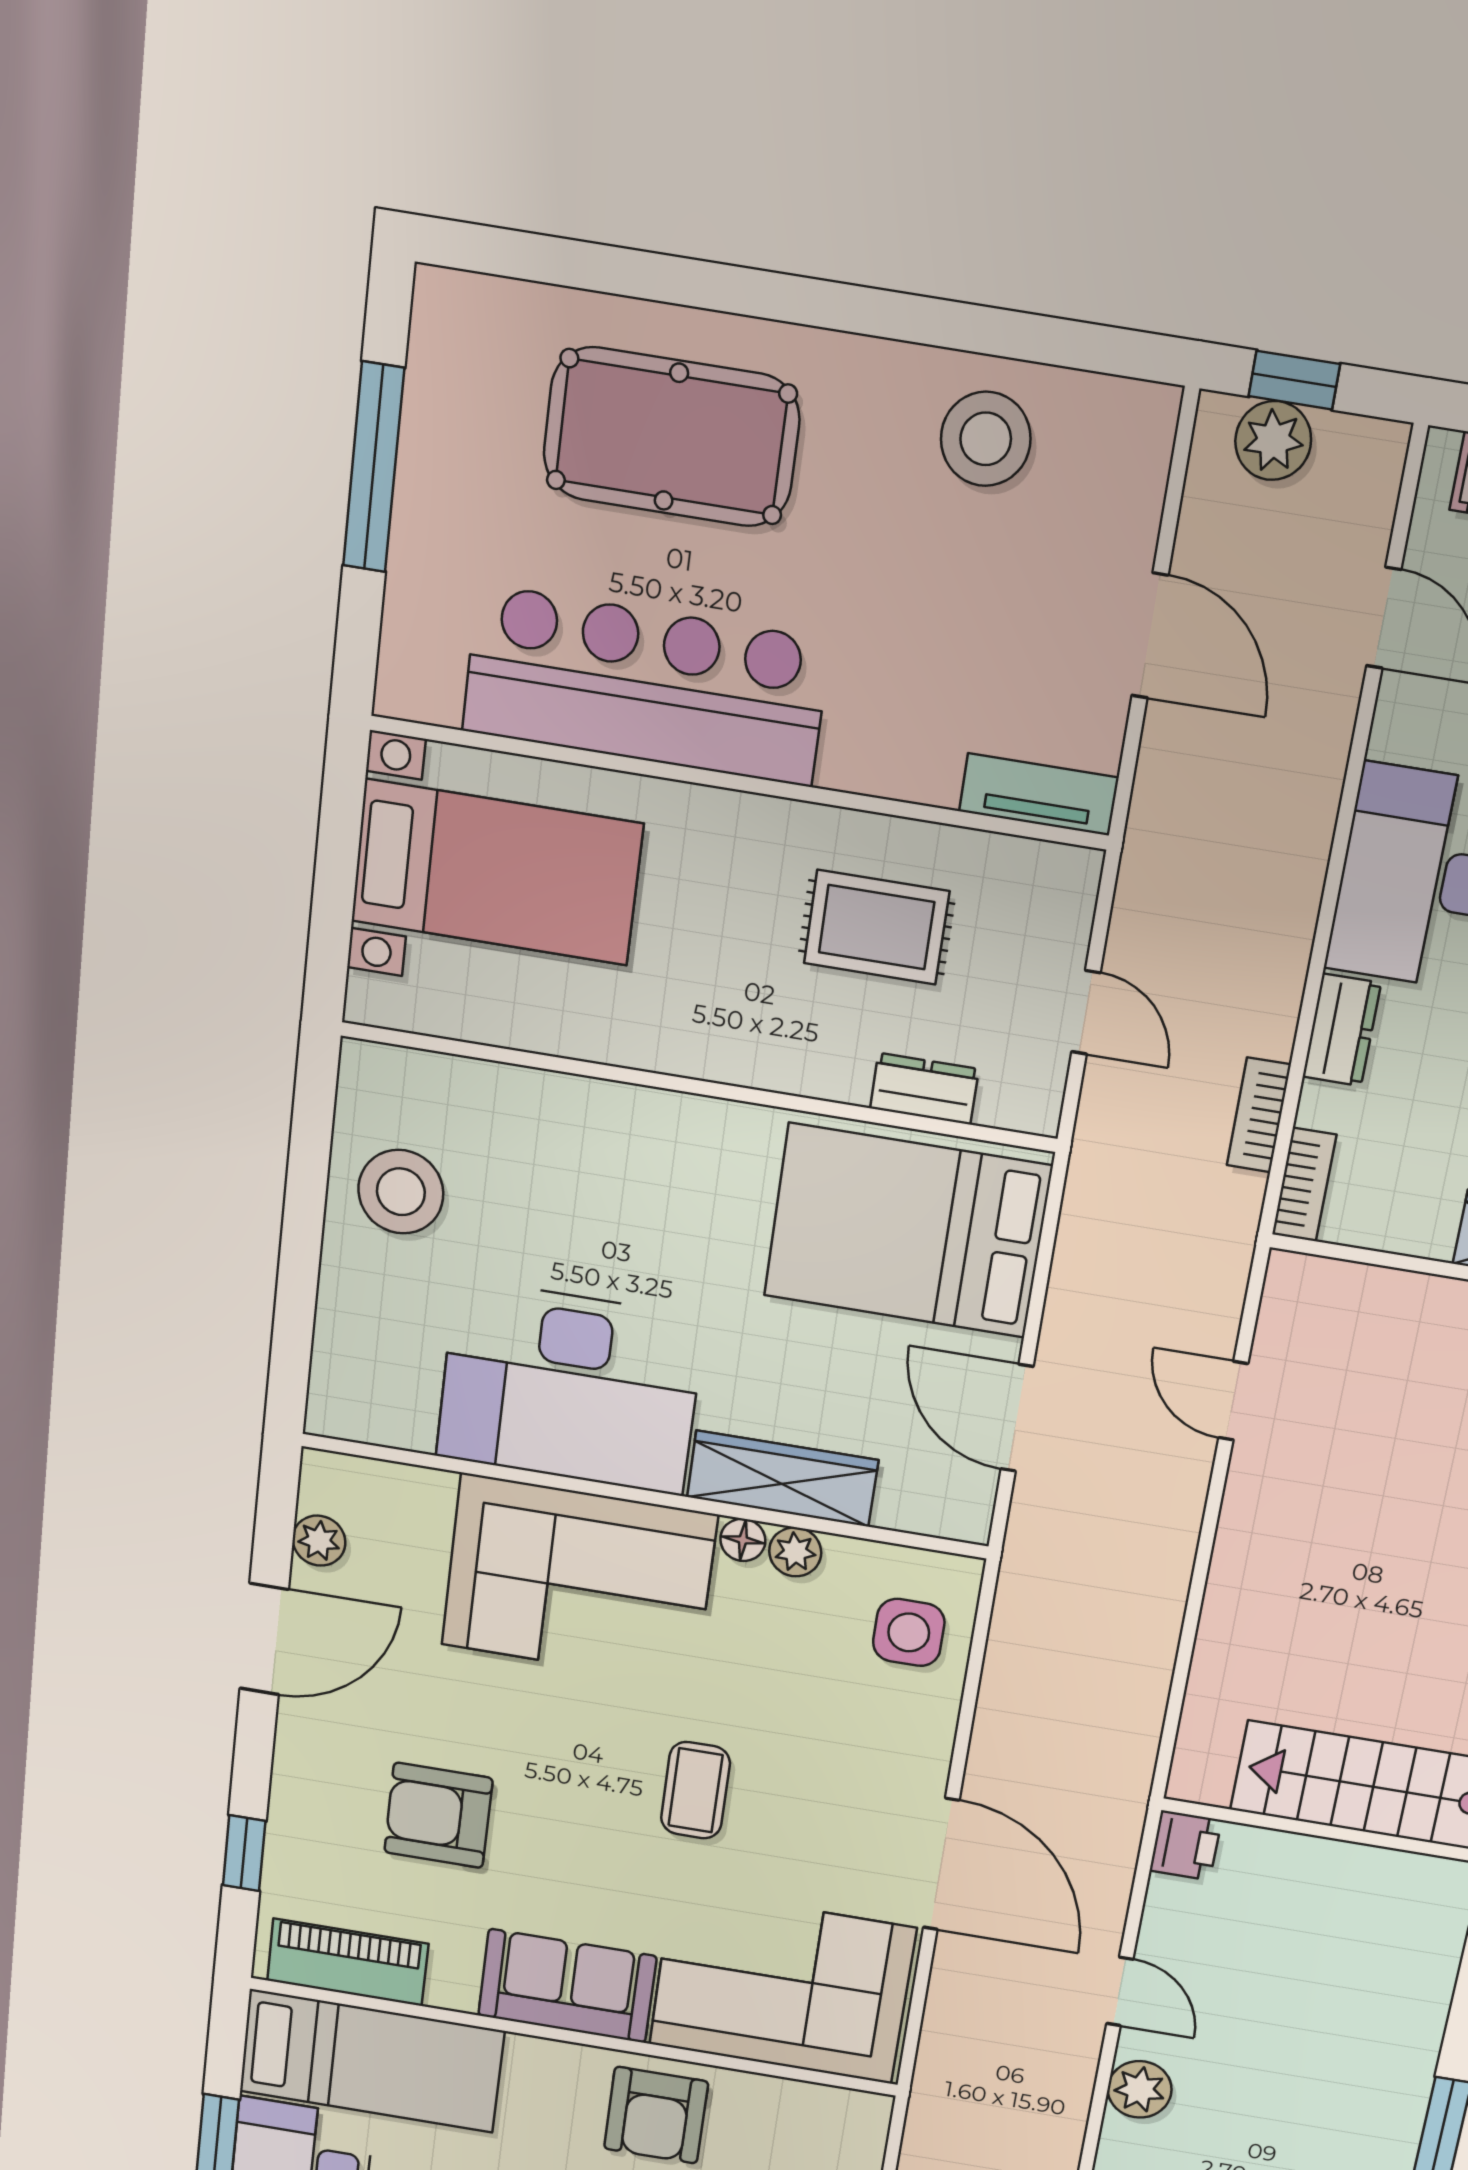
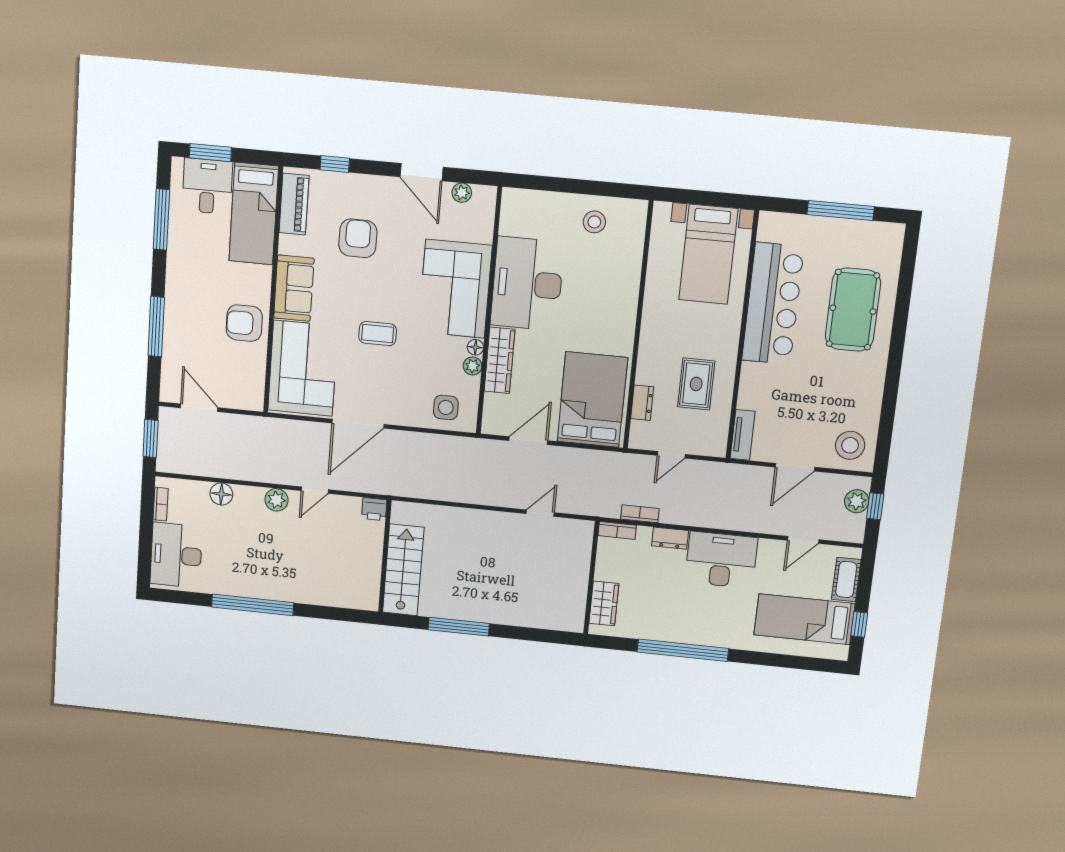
stool: (986, 439) -> (850, 445), moved
stool: (401, 1192) -> (594, 222), width x0.73, depth x0.73

